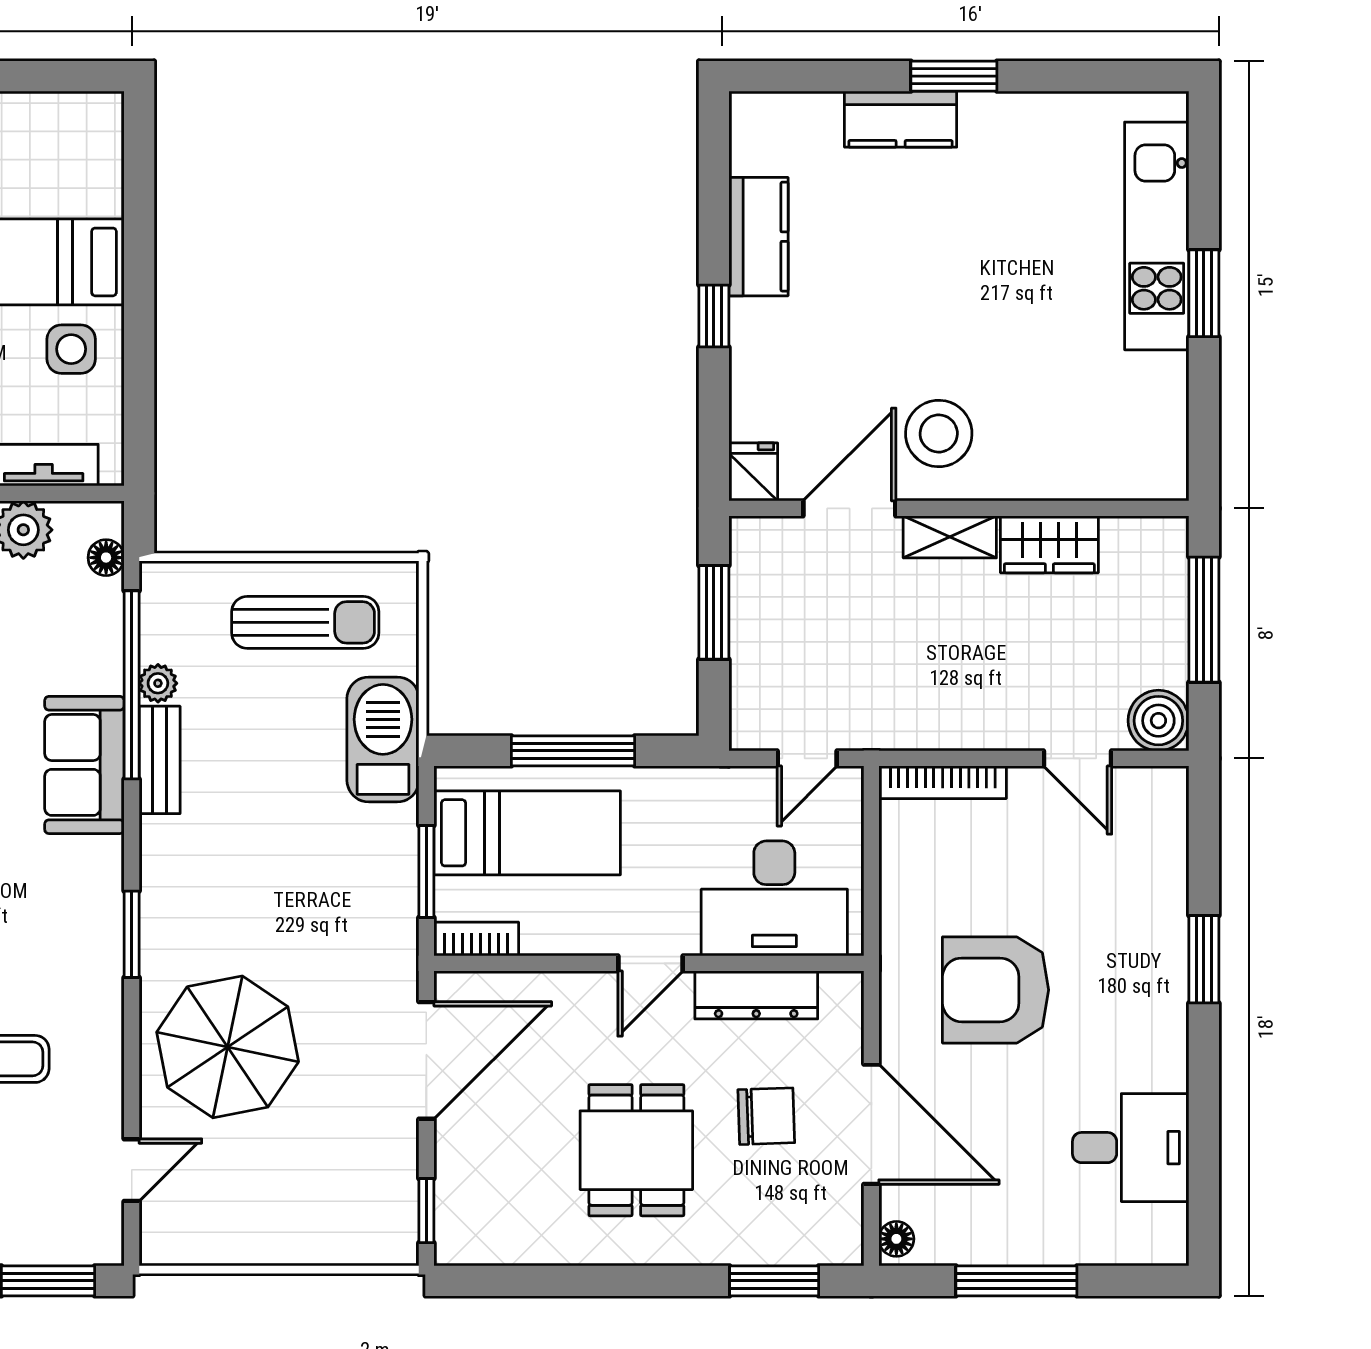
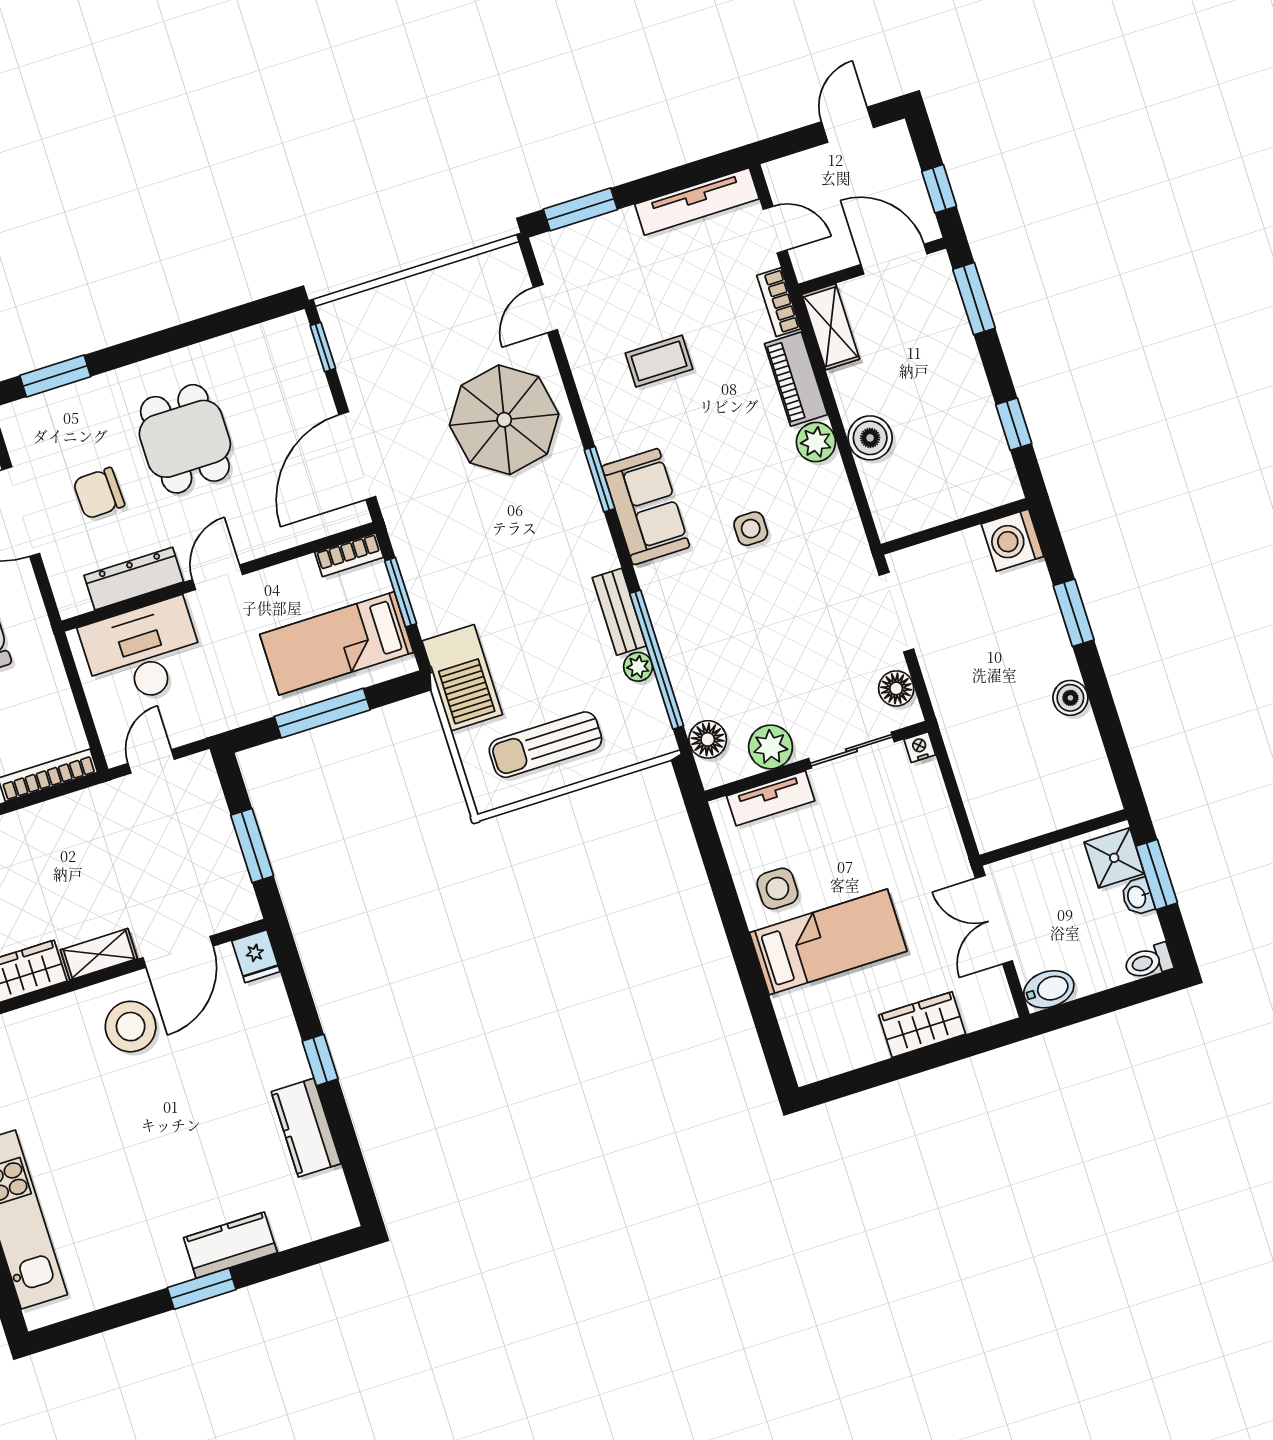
floor lamp: (106, 558) -> (708, 739), width x1.37, depth x1.37
sofa: (84, 765) -> (646, 507), moved

